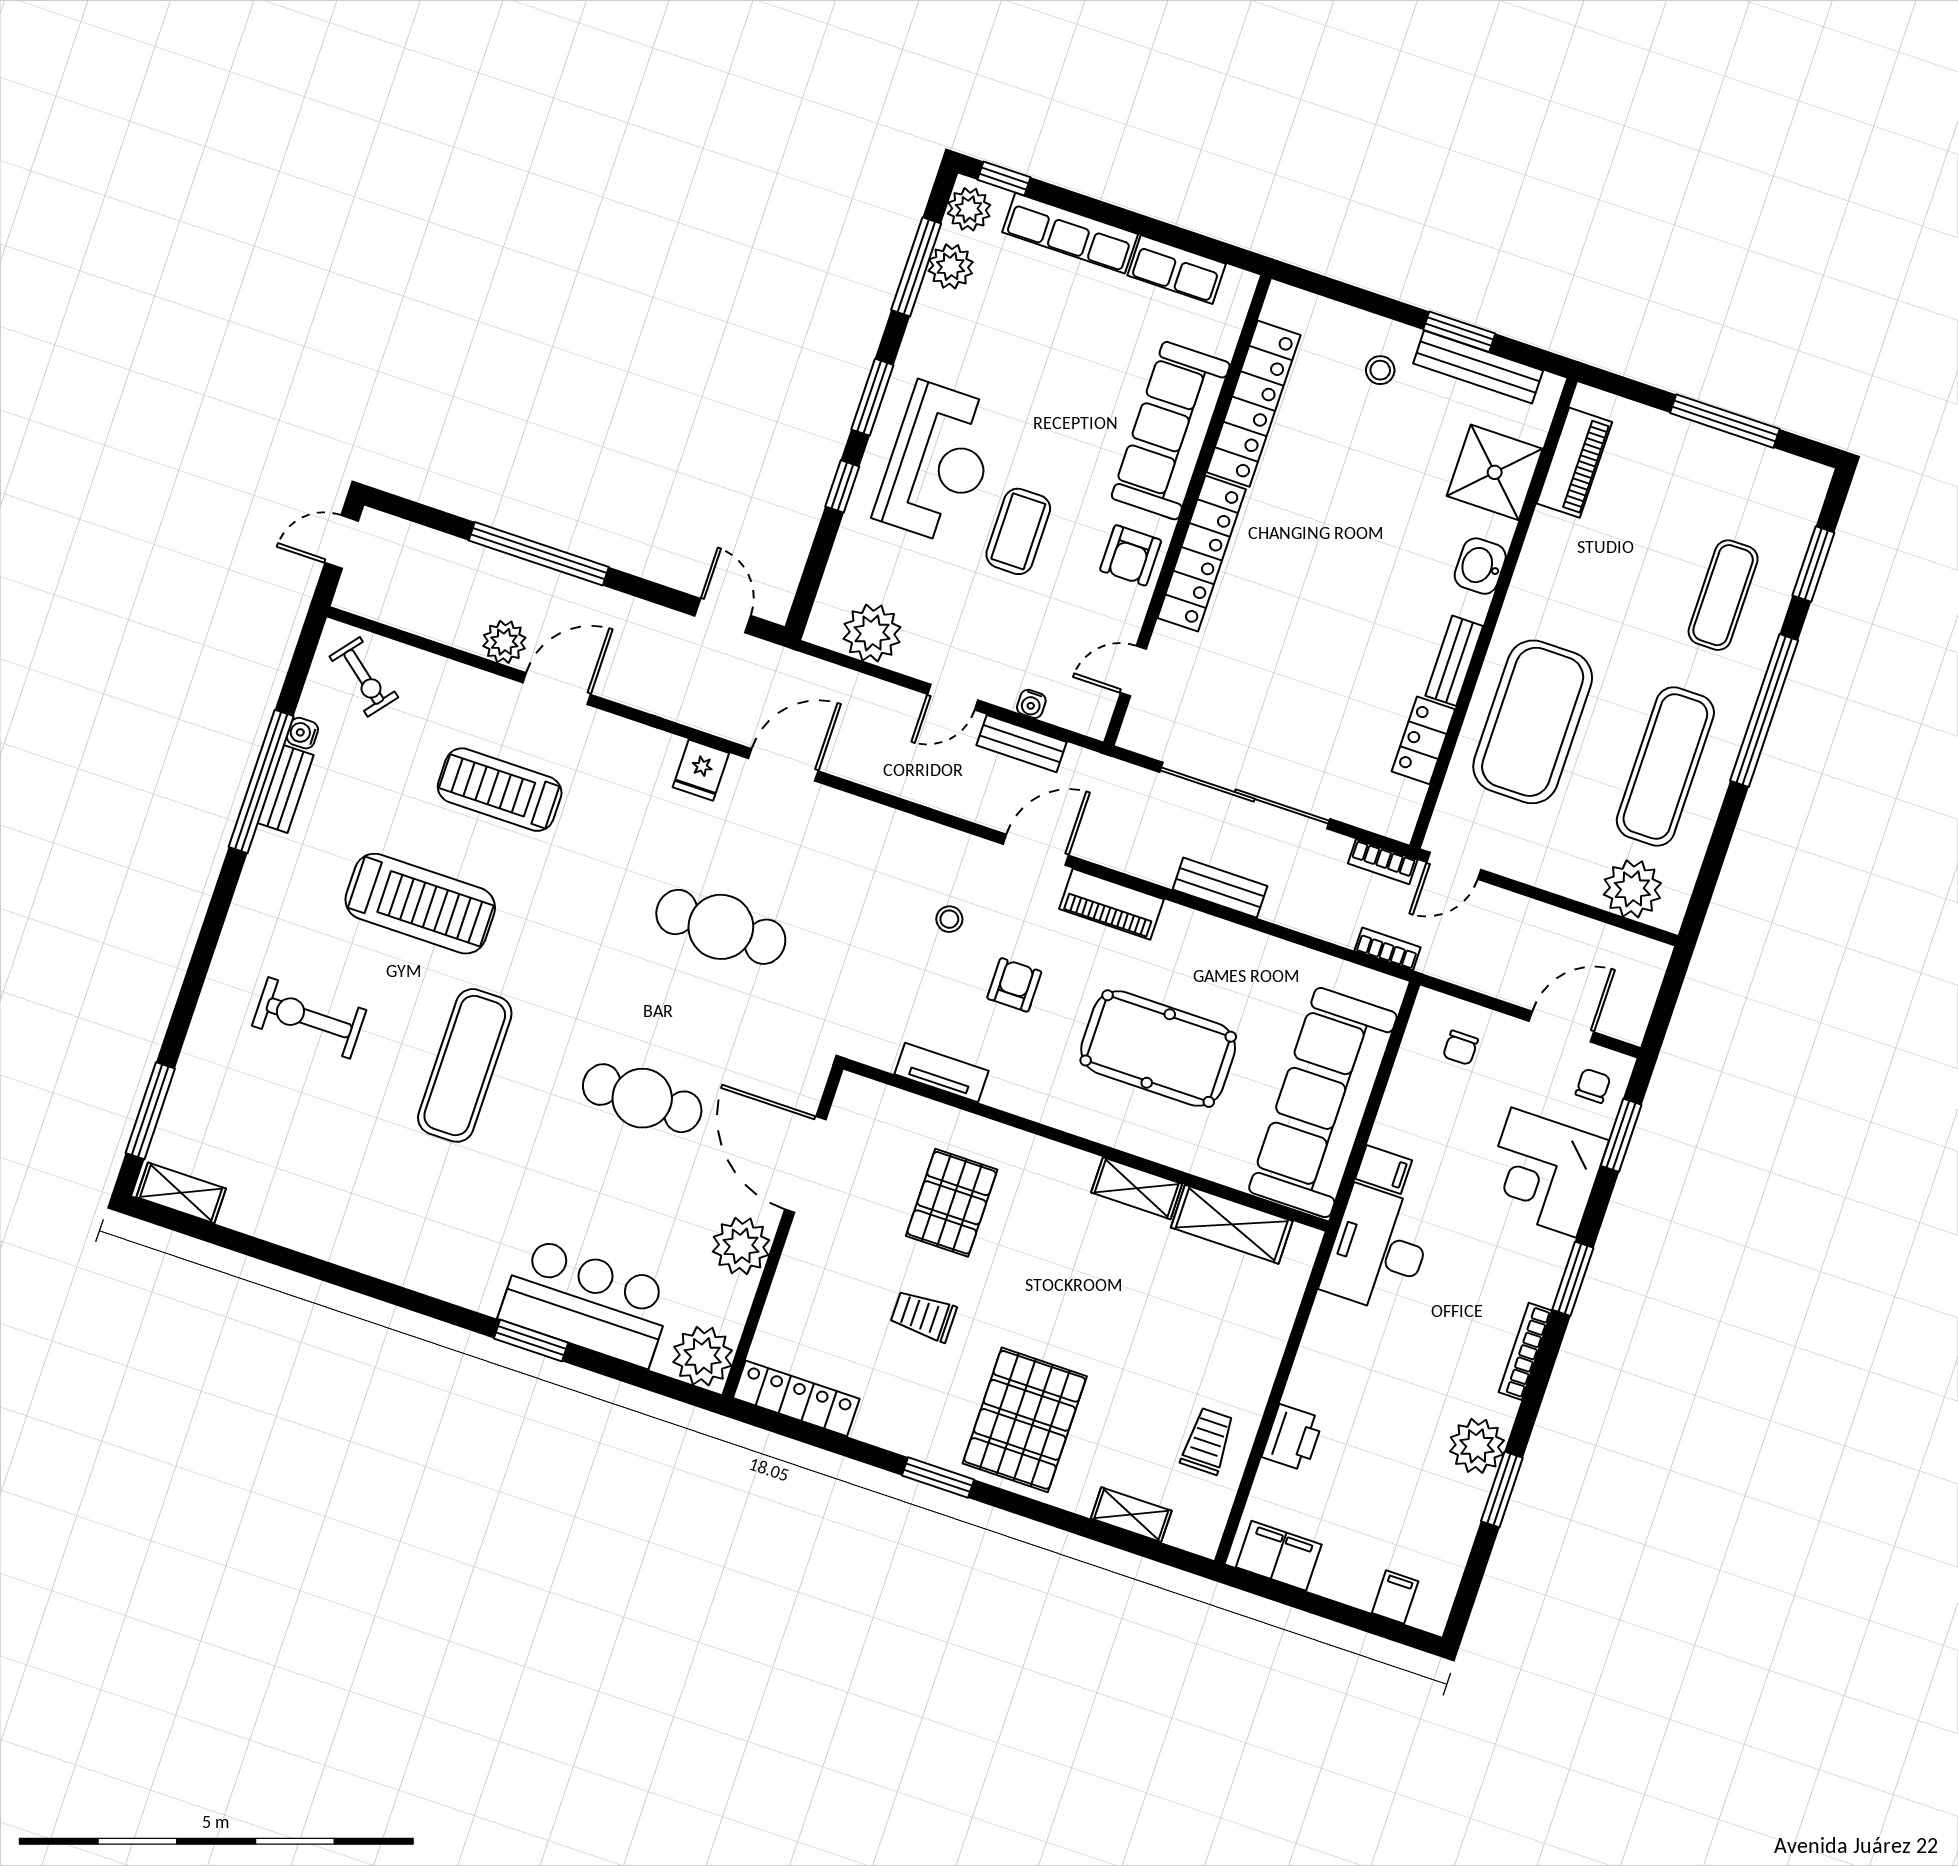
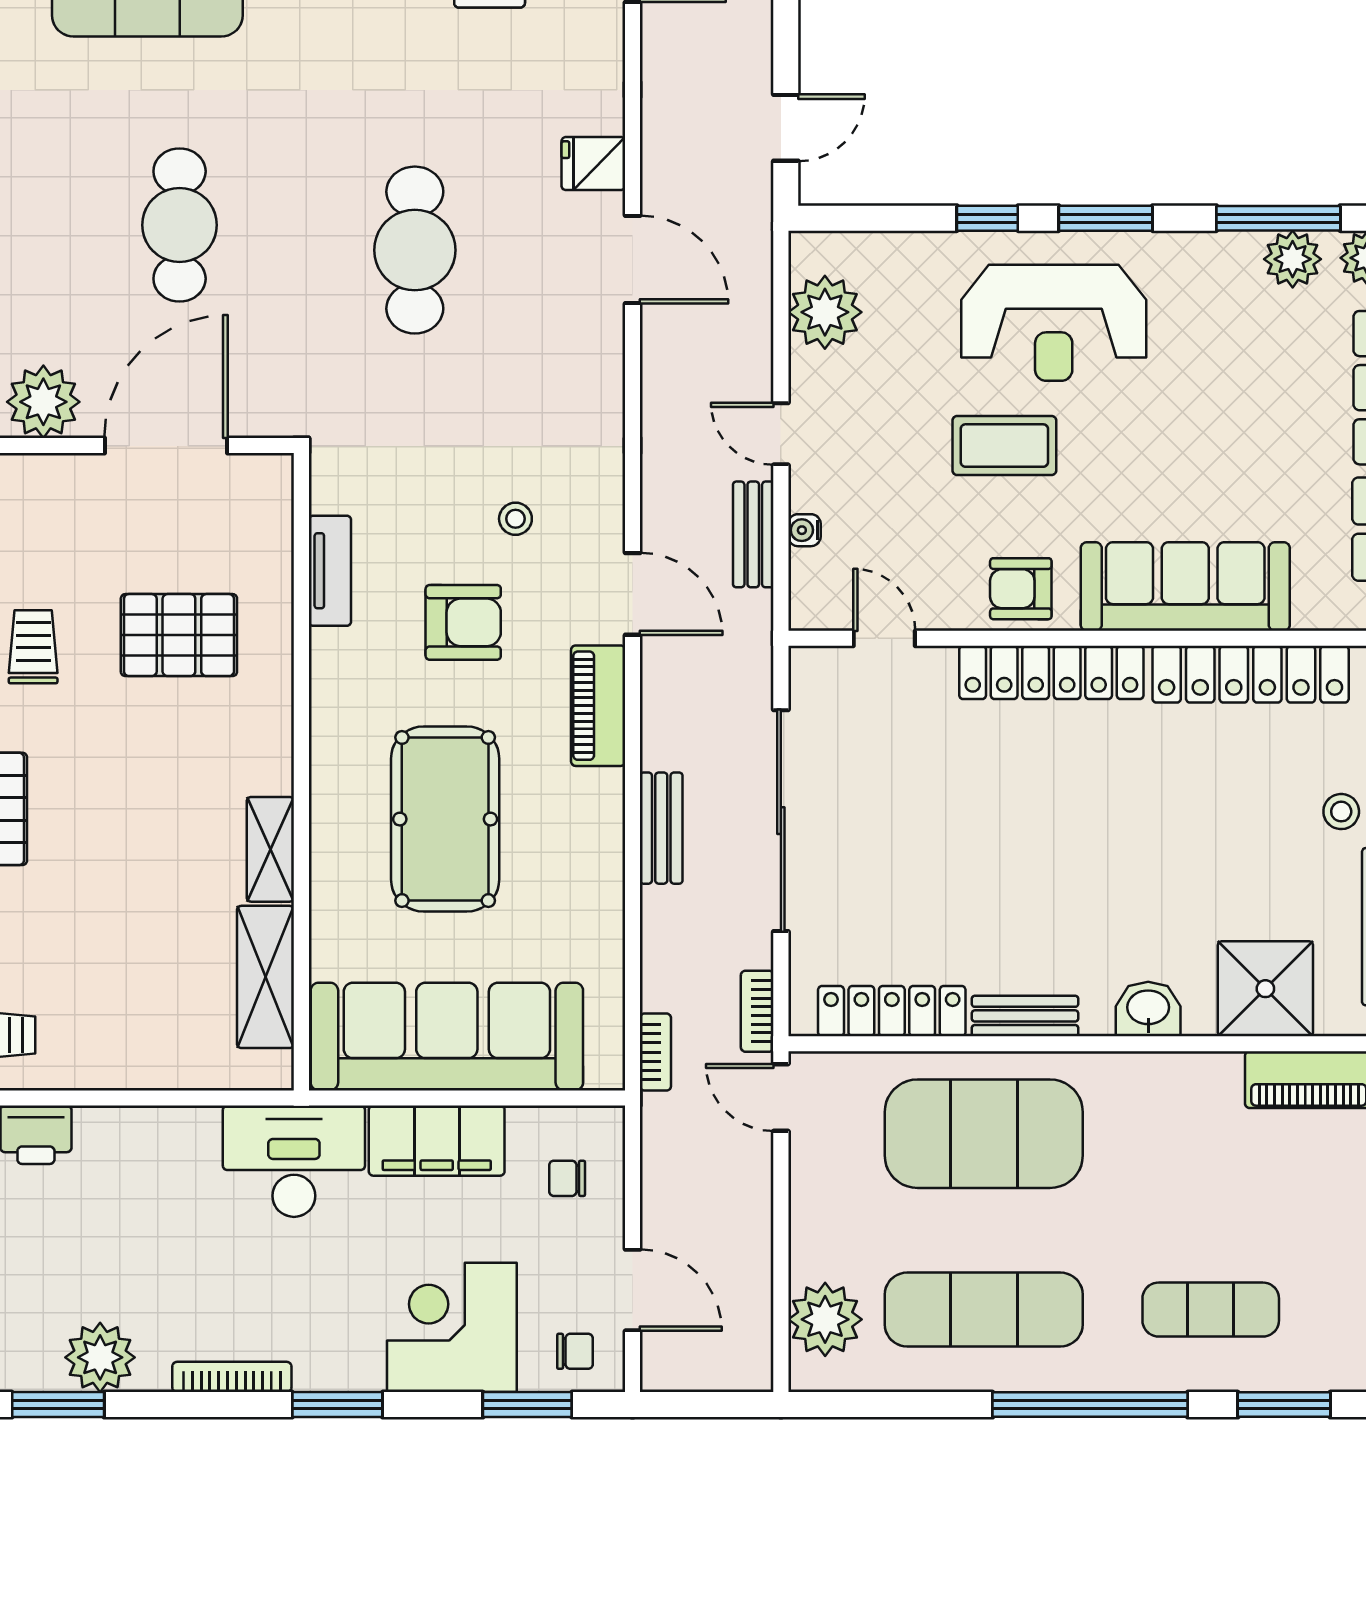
locker: (1423, 740) -> (892, 1011), width x1.53
armchair: (1014, 985) -> (463, 622), width x1.38, depth x1.38
filing cabinet: (1384, 1169) -> (437, 1141), width x3.00, depth x1.17

